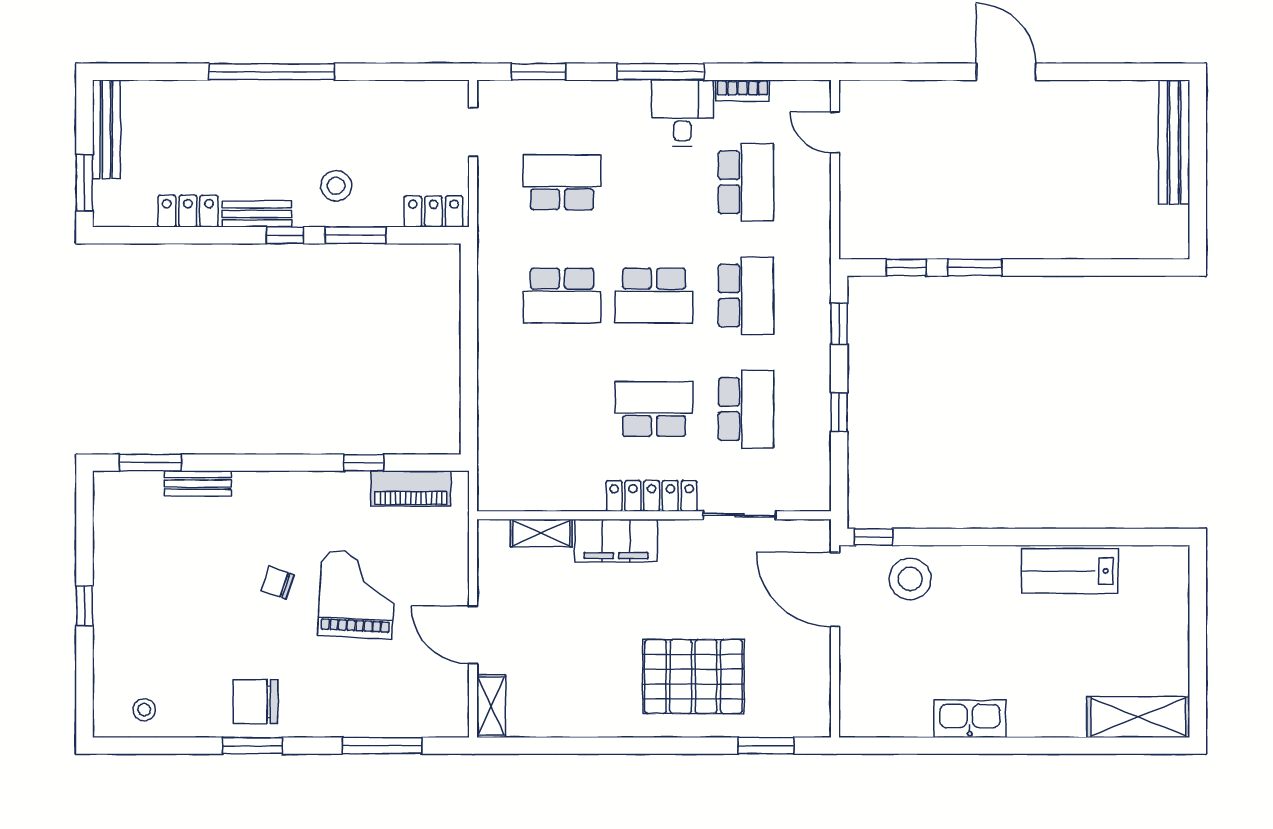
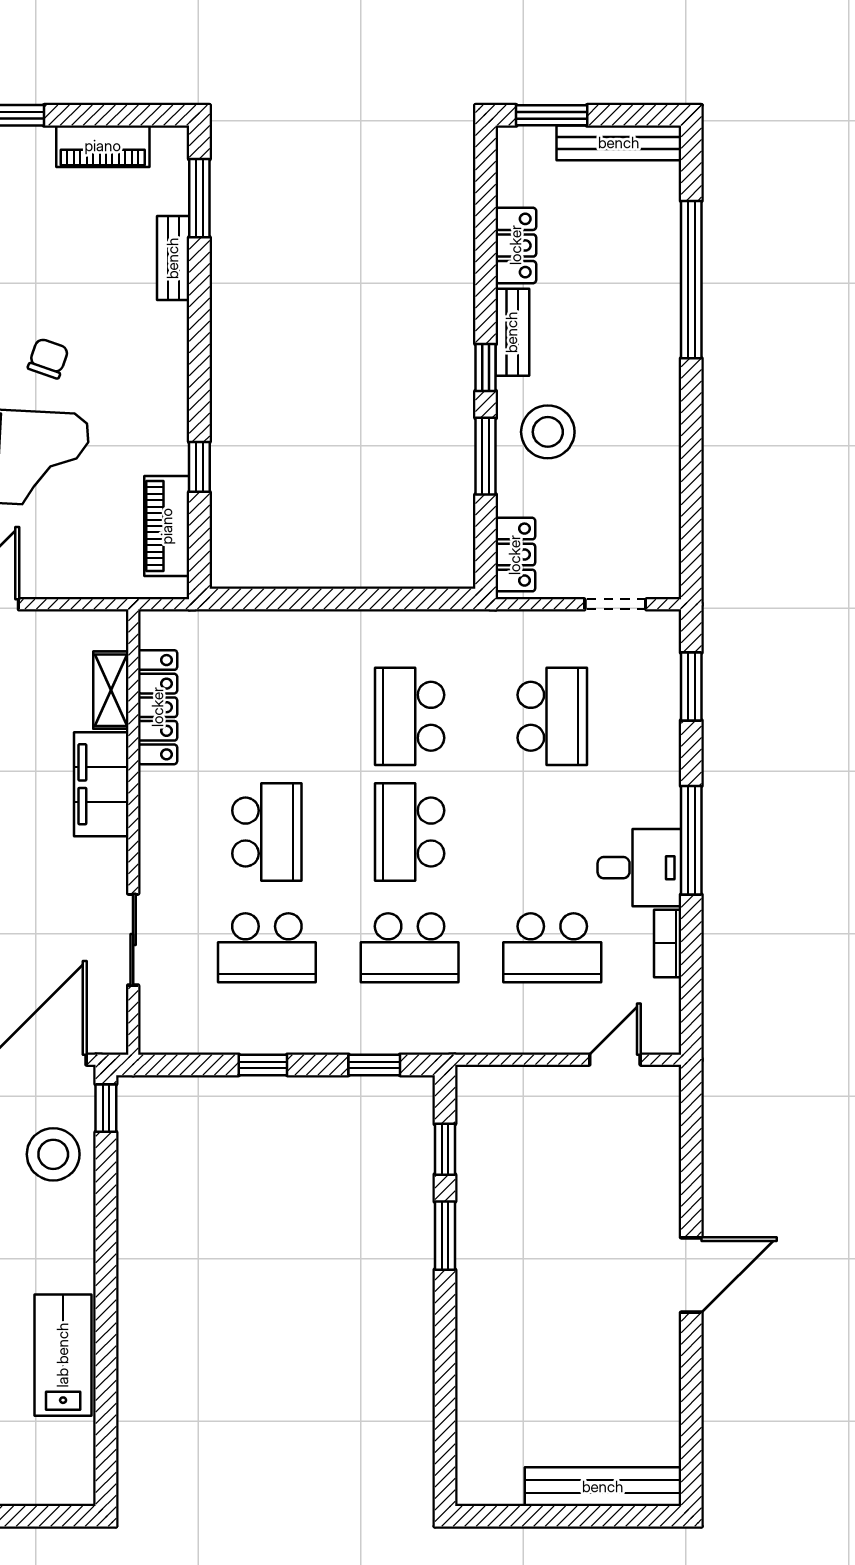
window: (272, 72) -> (691, 280), moved
stool: (336, 186) -> (548, 432), width x1.38, depth x1.38
locker: (652, 496) -> (158, 707), moved
piano: (109, 539) -> (103, 146), added

